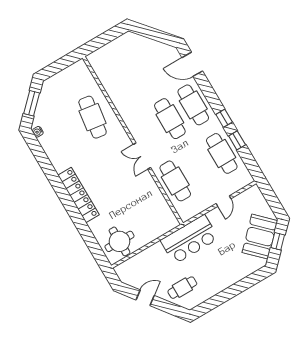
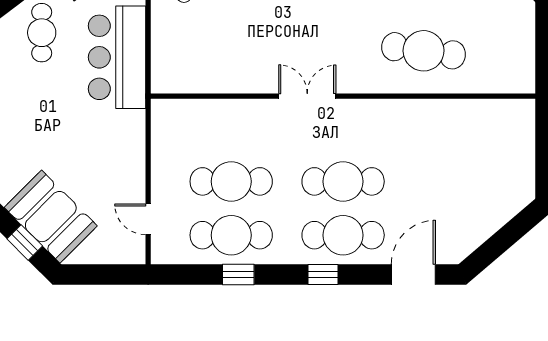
window: (224, 118) -> (323, 274), moved
cafe table: (175, 181) -> (231, 181), moved
door: (223, 201) -> (148, 219), moved
bar counter: (189, 239) -> (117, 57), moved

